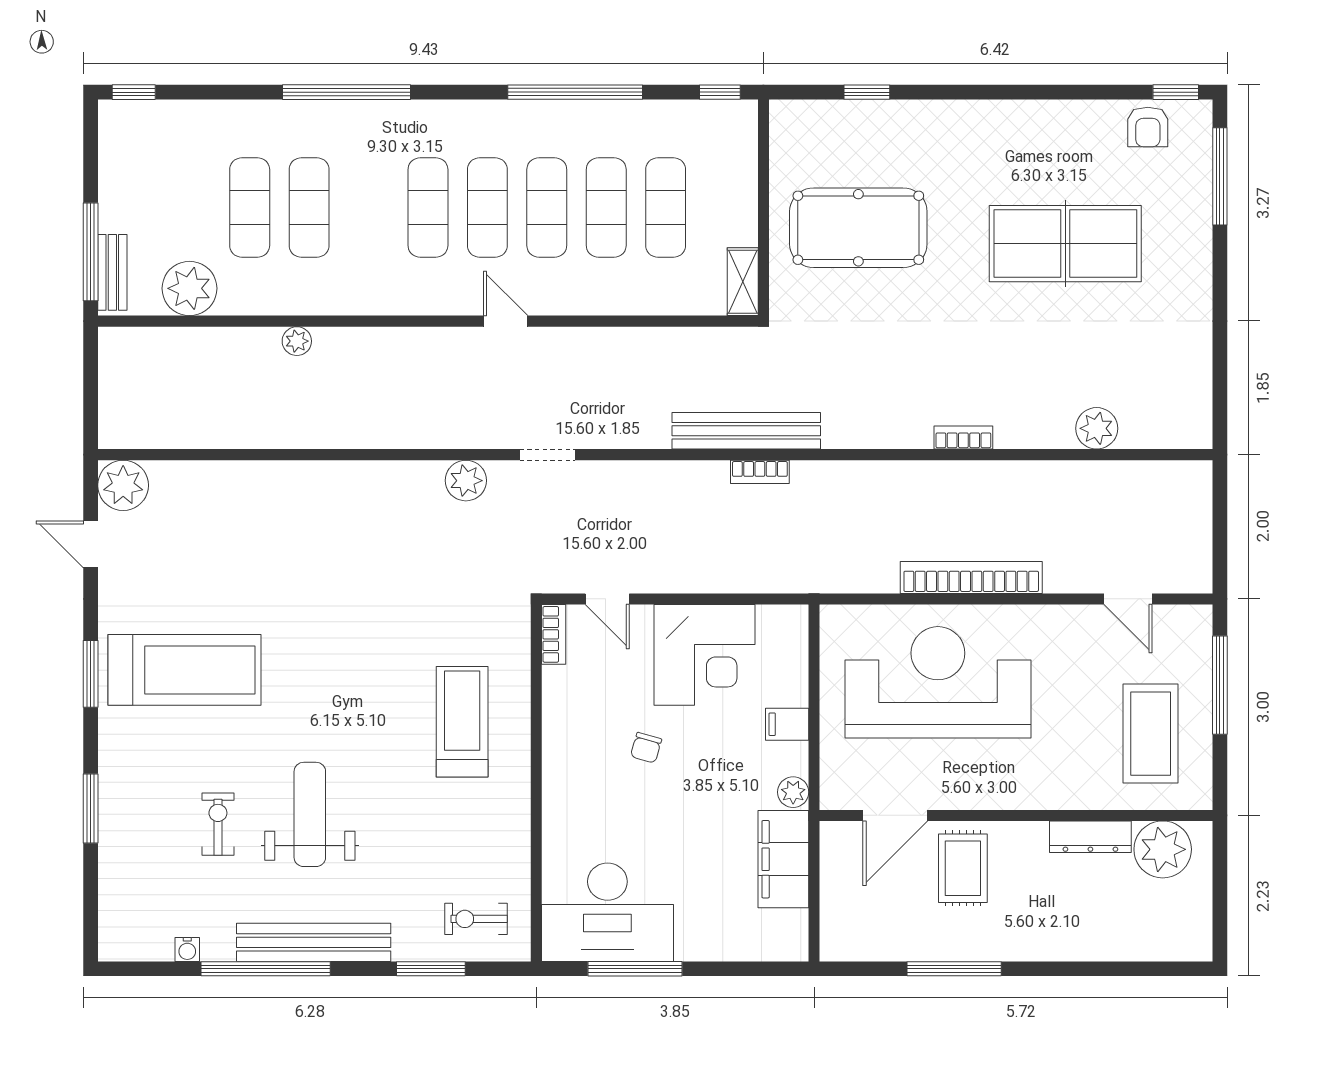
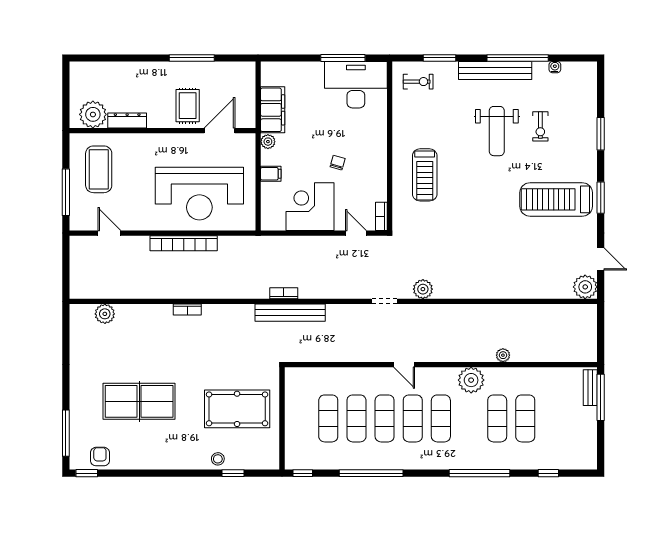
window: (134, 92) -> (548, 473), moved
stool: (899, 122) -> (218, 459), added
shelving: (743, 282) -> (292, 383), removed
plant: (189, 288) -> (471, 380), moved
plant: (1097, 428) -> (105, 314), moved

